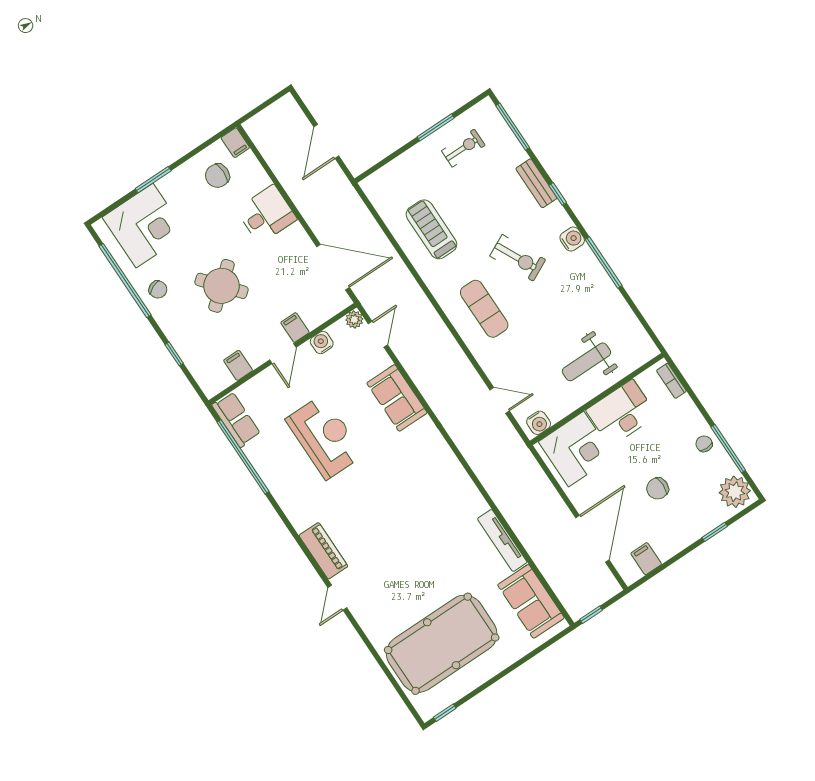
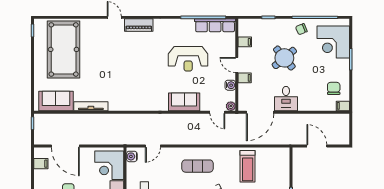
desk: (266, 214) -> (286, 99), moved
treadmill: (431, 229) -> (248, 166), turned 90
row of seats: (236, 419) -> (215, 25), width x1.48

